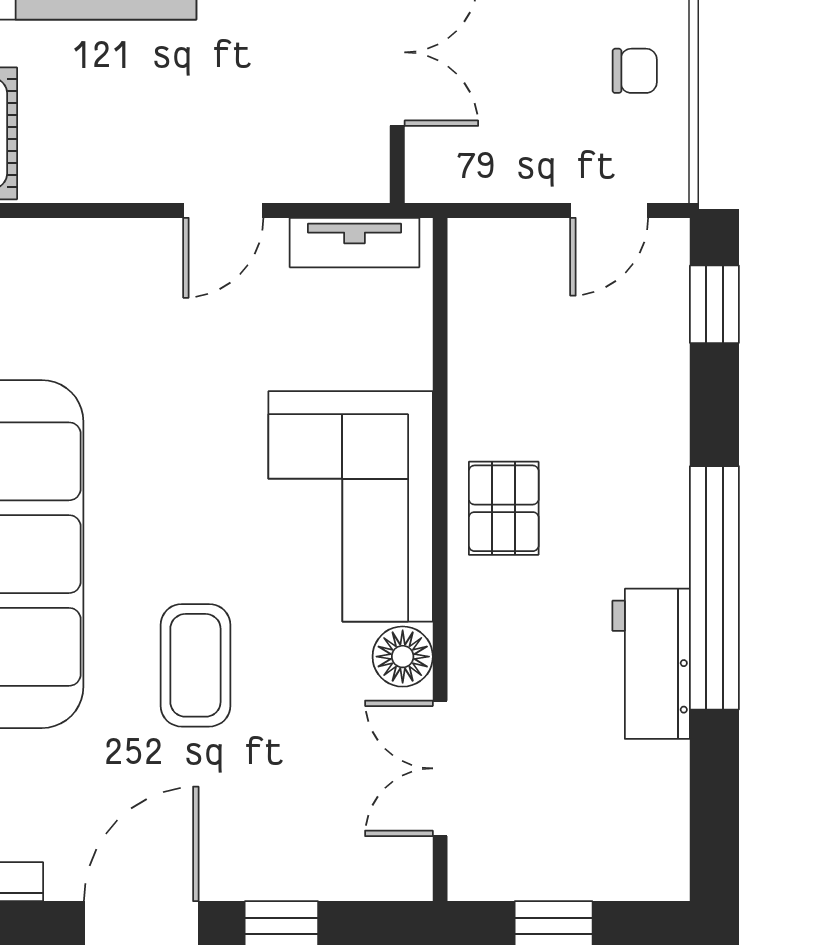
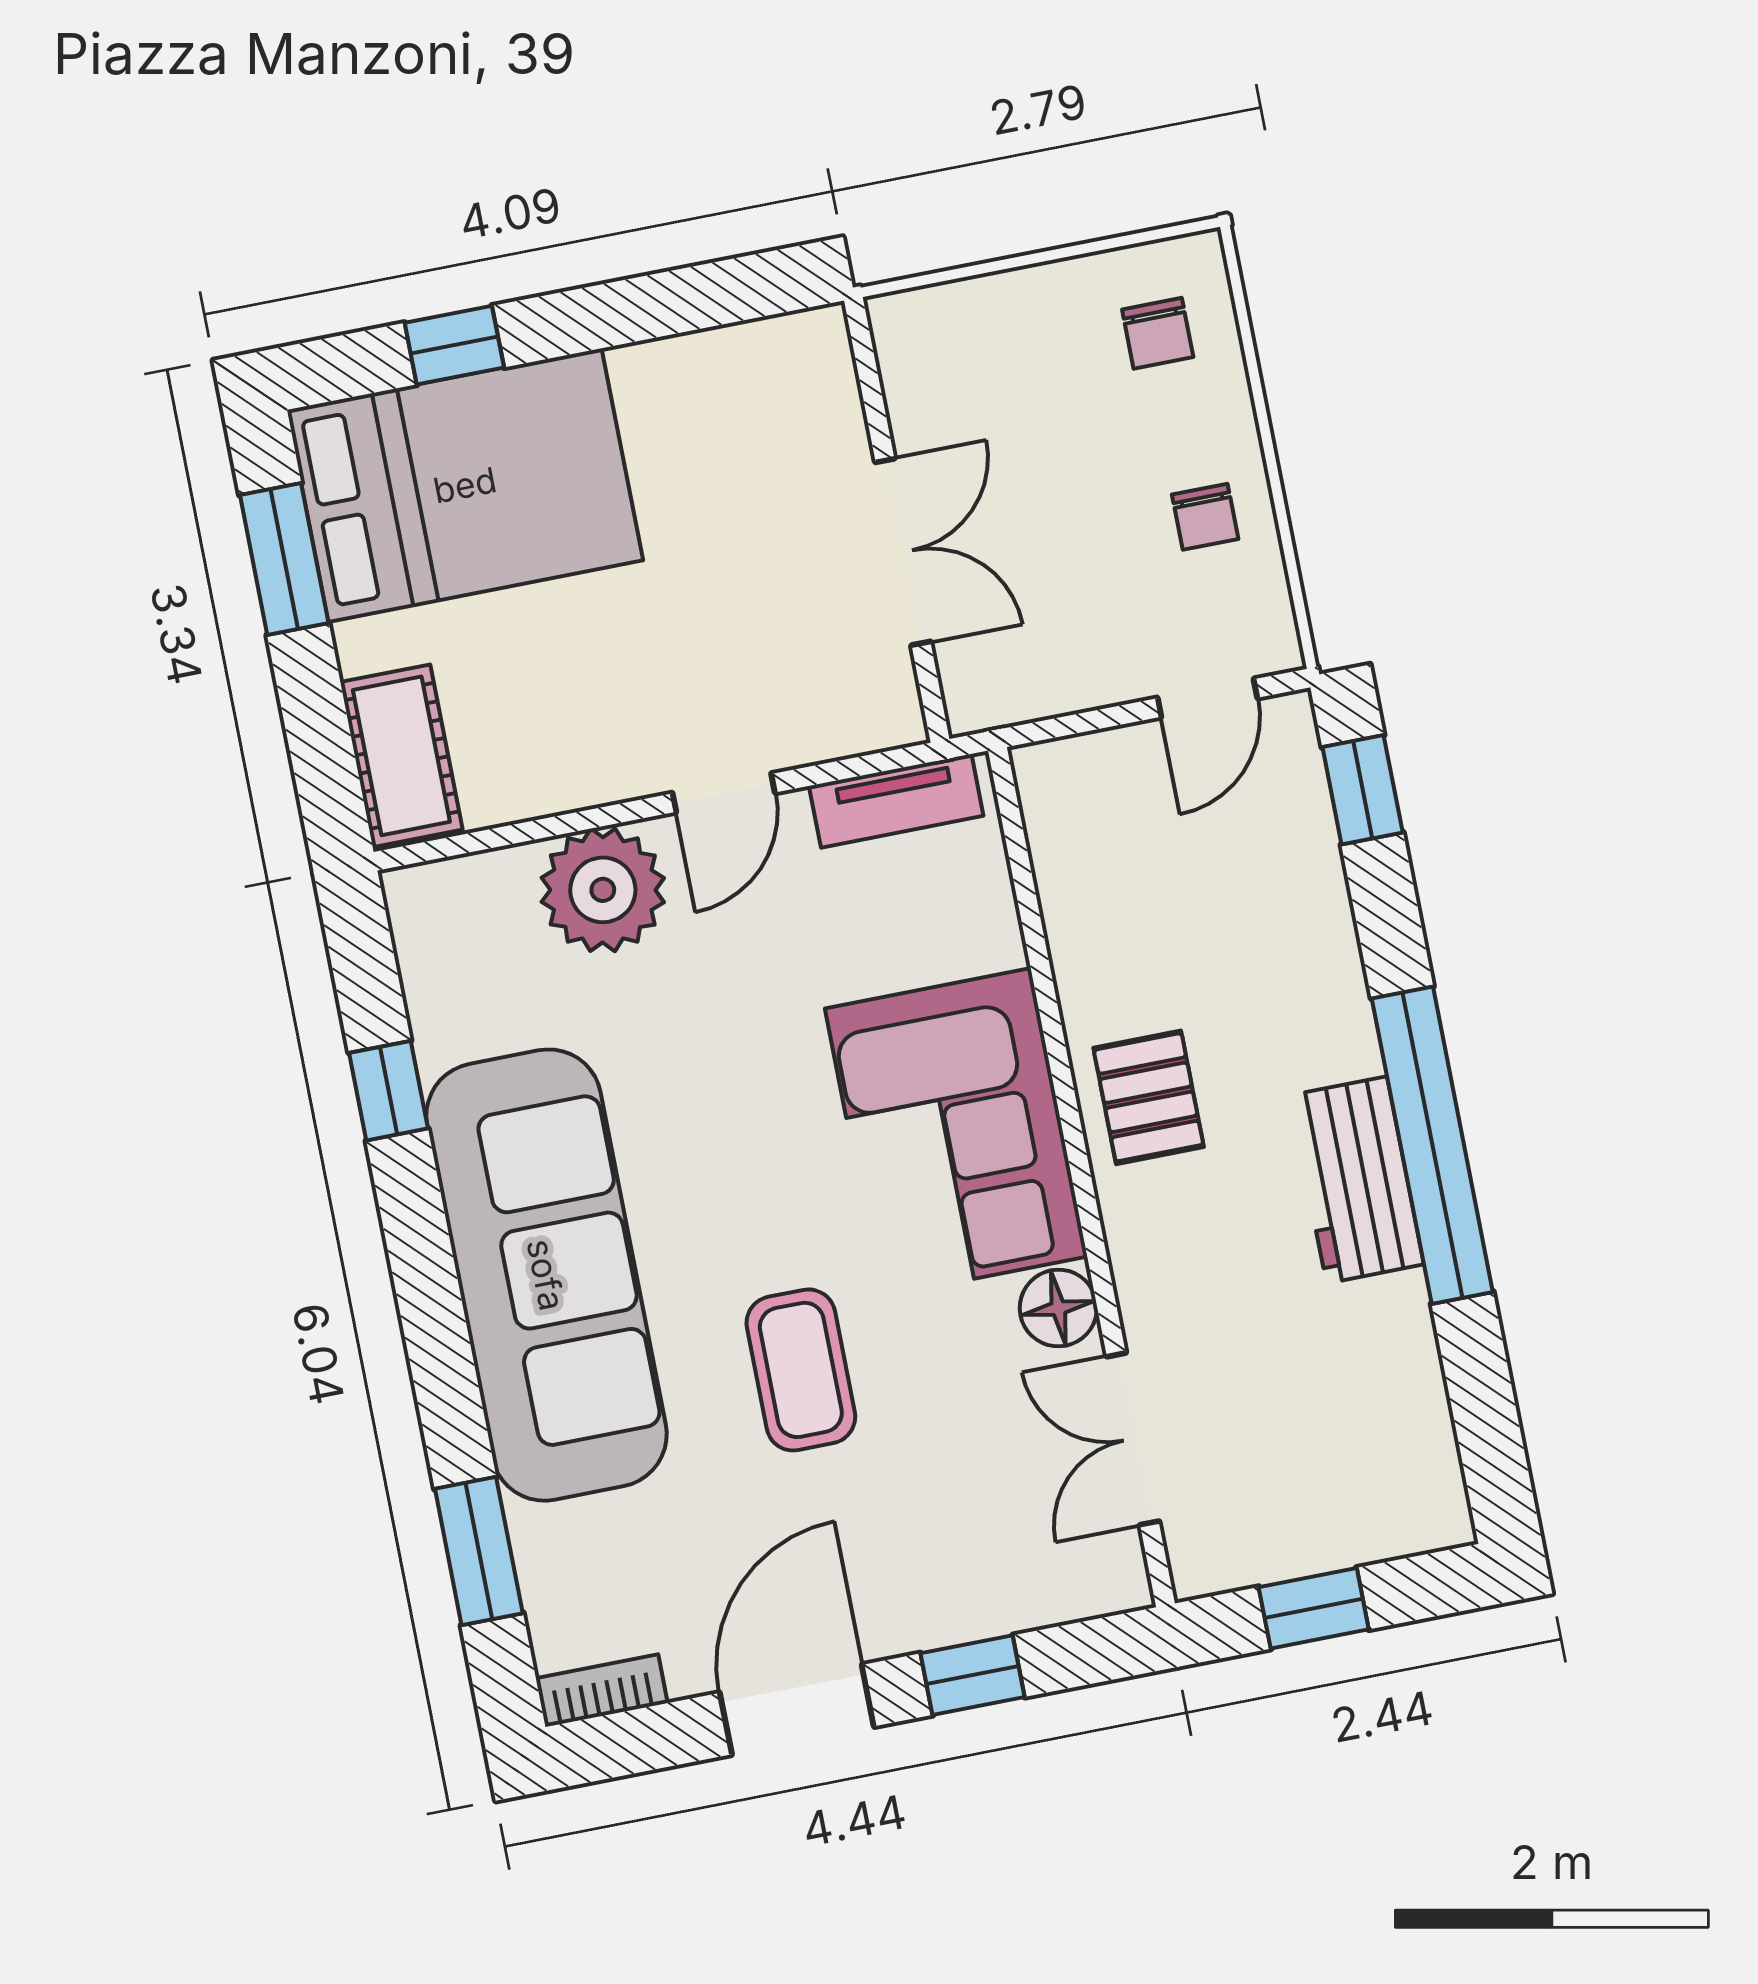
chair: (635, 71) -> (1205, 517), turned 90
plant: (116, 267) -> (603, 890), added
workbench: (651, 664) -> (1357, 1180), moved

